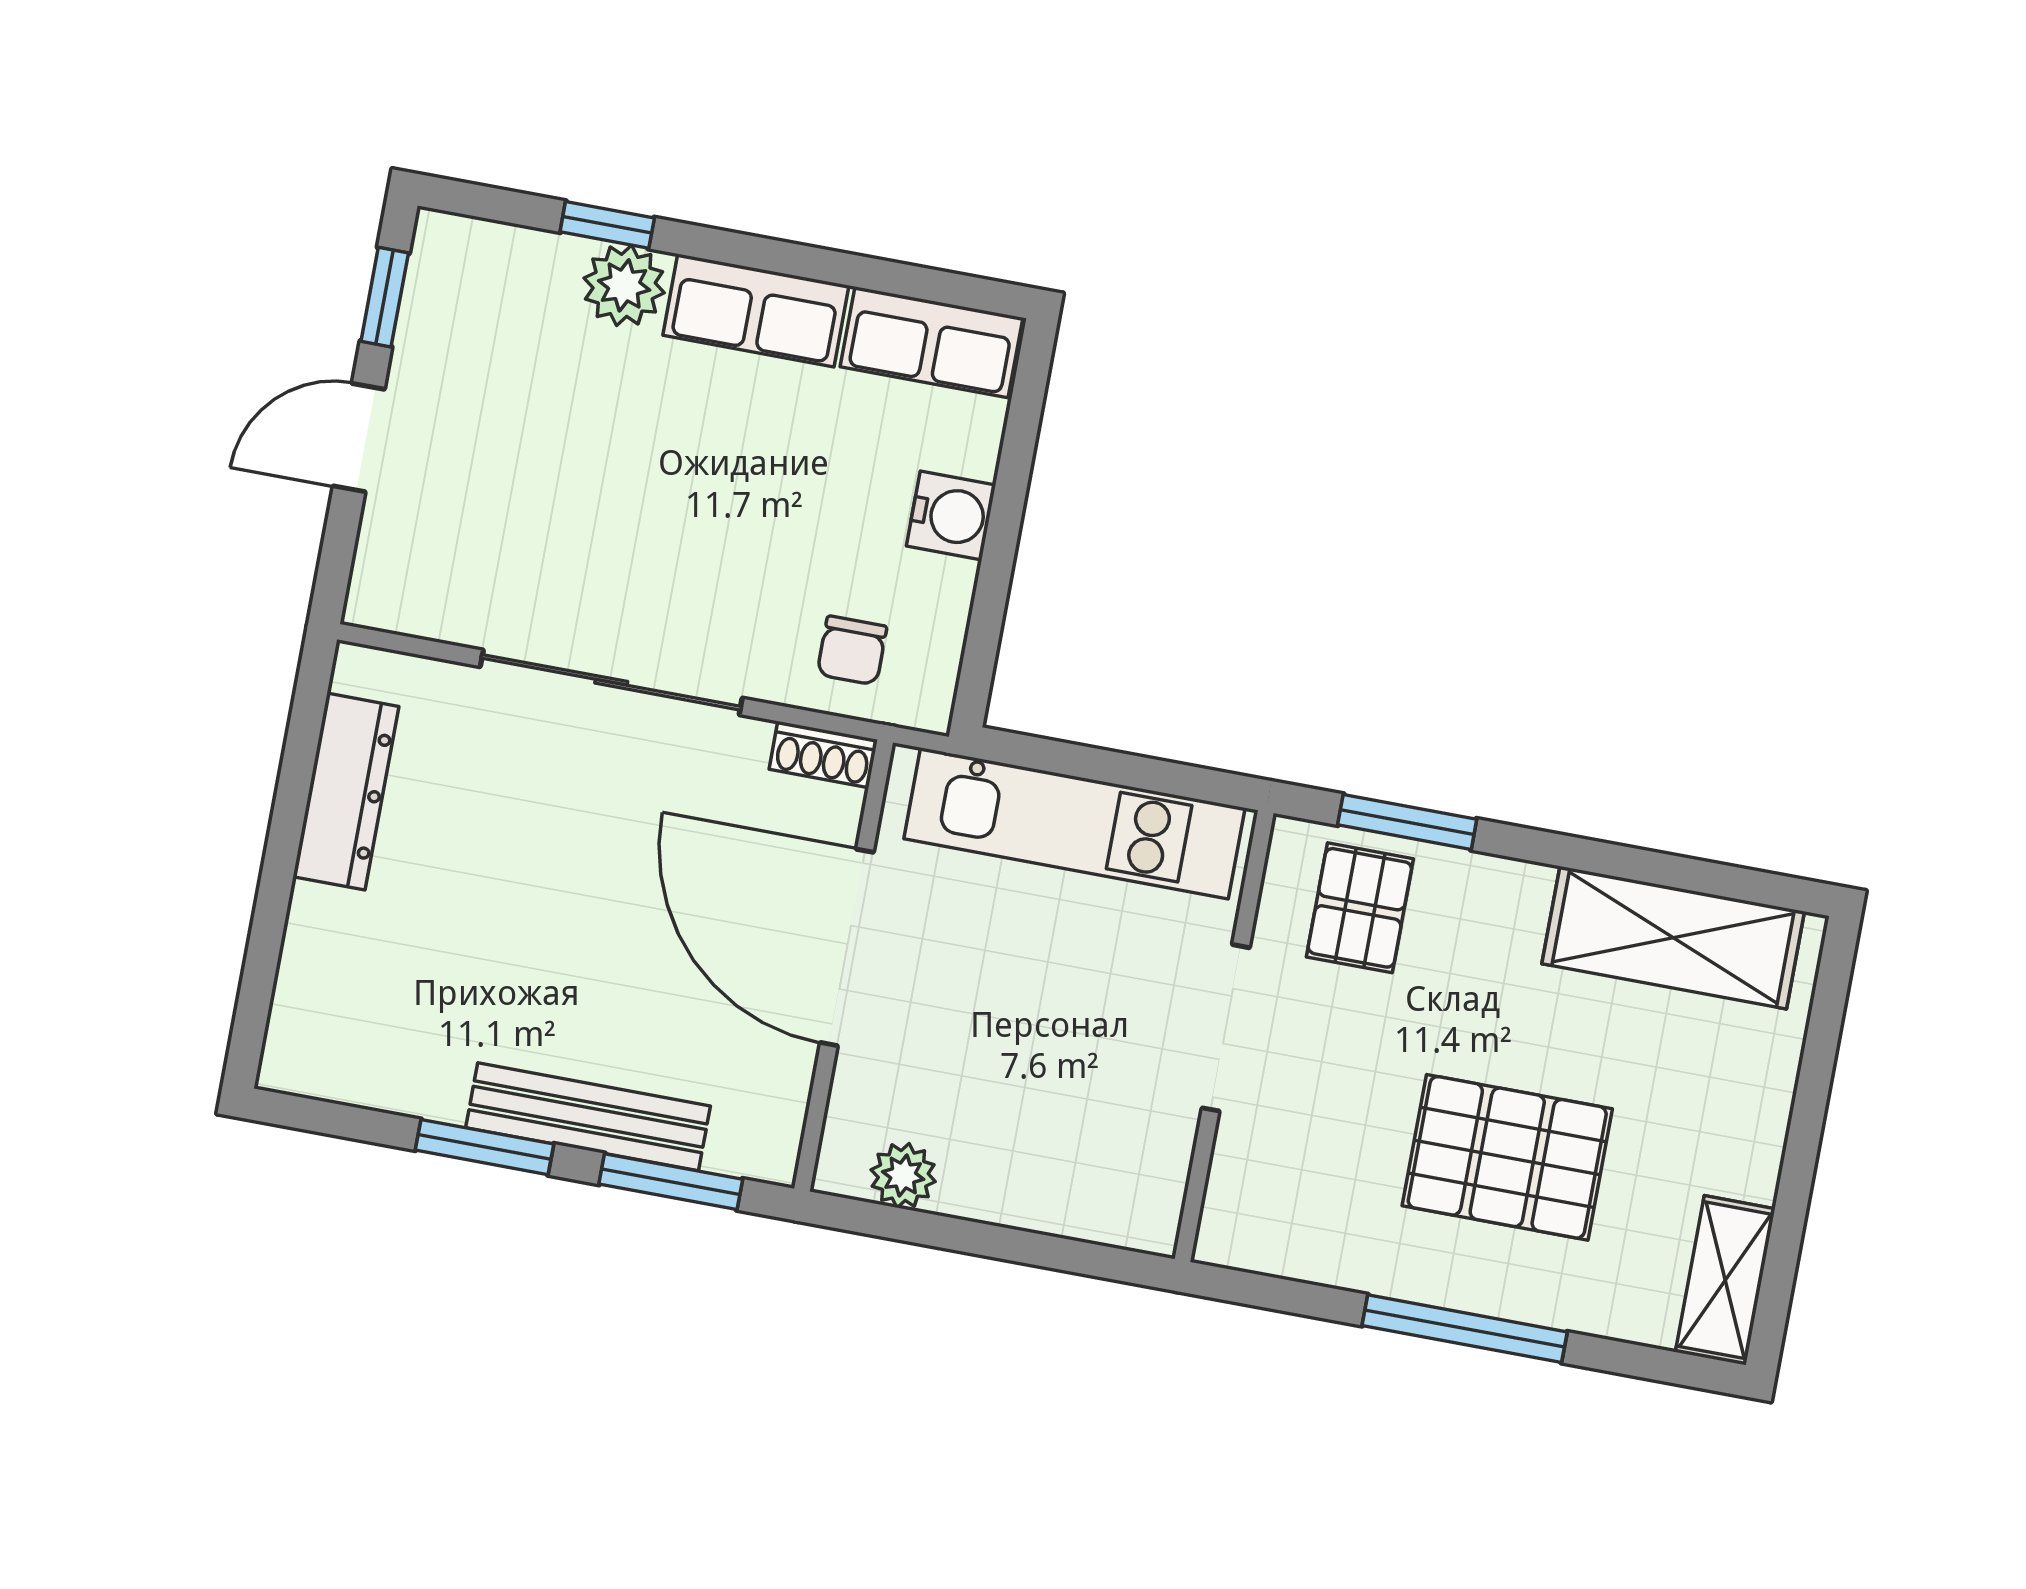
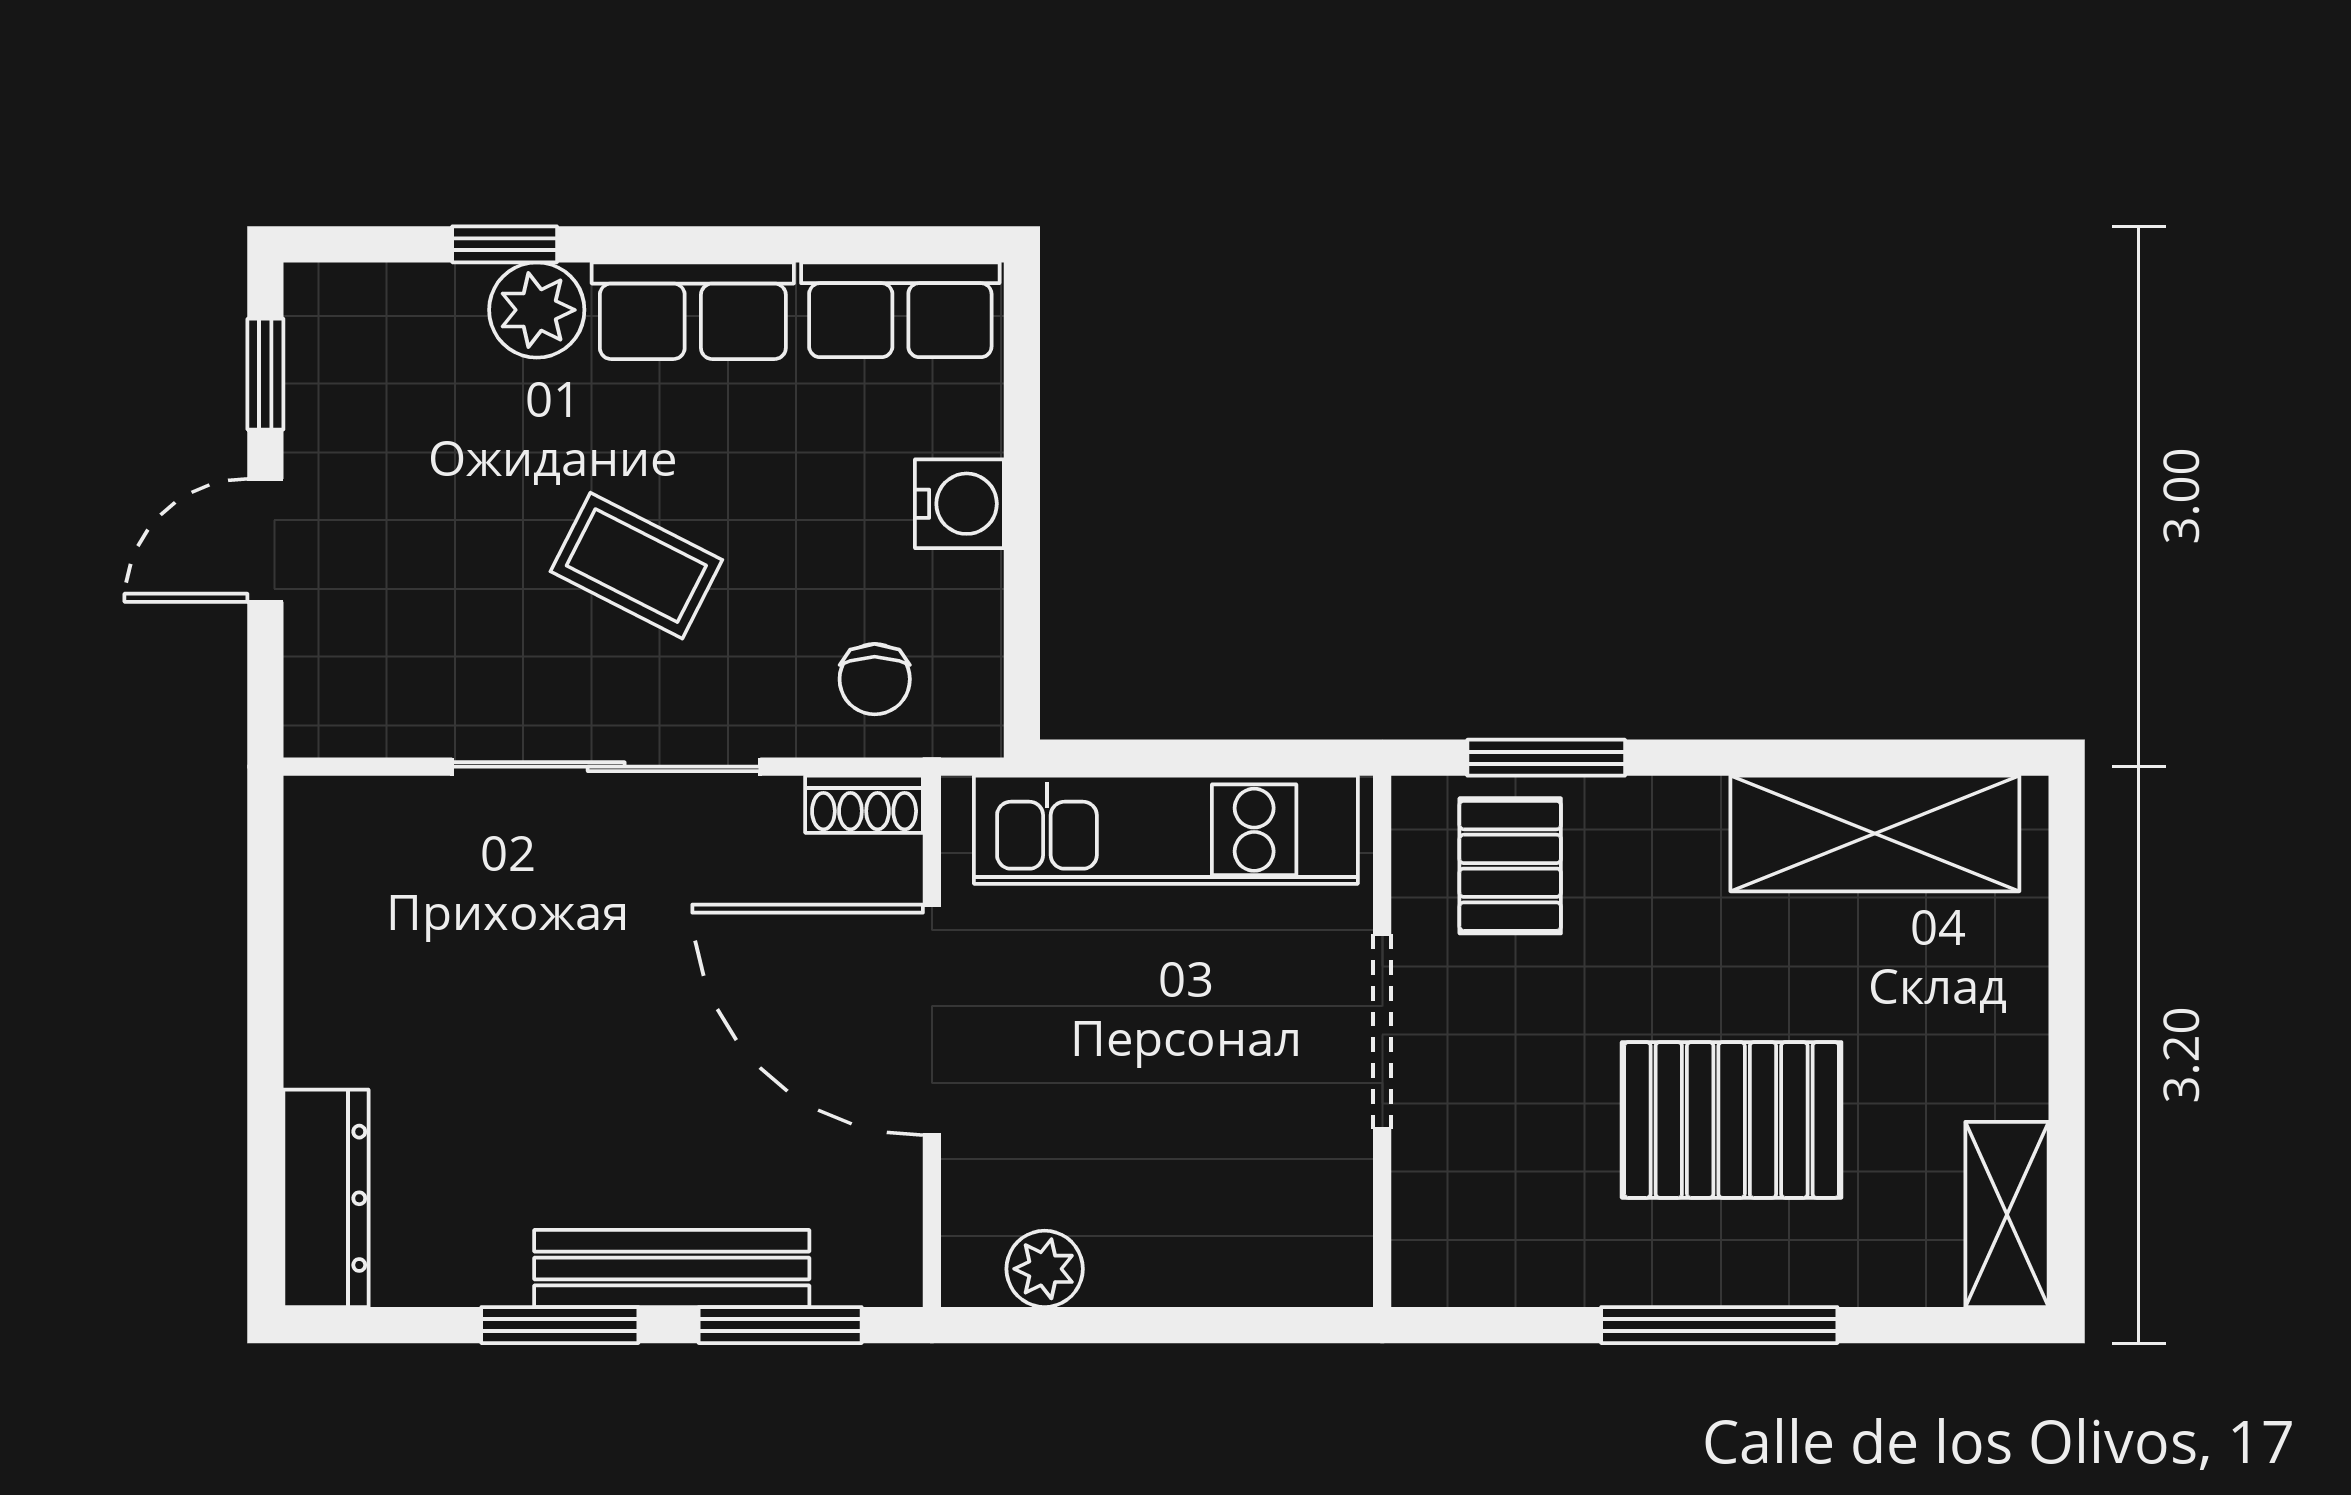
coffee table: (668, 517) -> (636, 566), added
dresser: (346, 792) -> (326, 1198), moved

